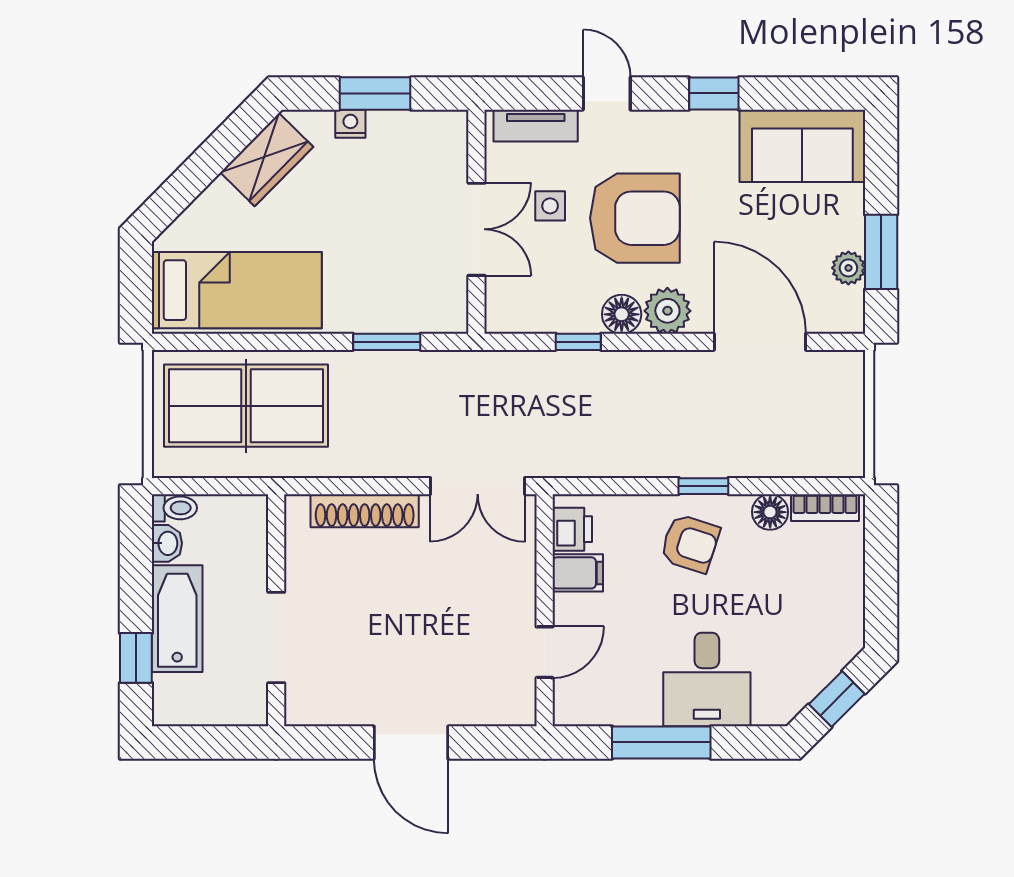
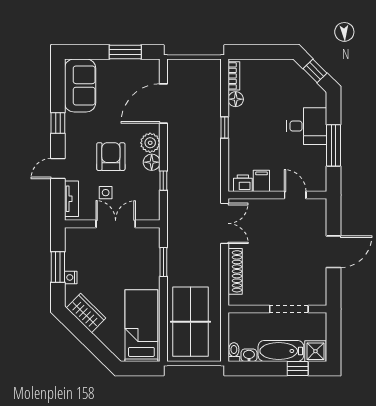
armchair: (635, 218) -> (111, 157), width x0.73, depth x0.73
plant: (848, 268) -> (132, 66), removed
armchair: (690, 543) -> (249, 133), removed
shower: (177, 700) -> (315, 351), added

